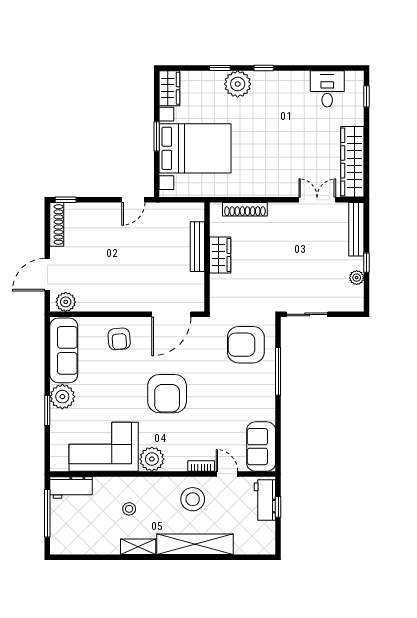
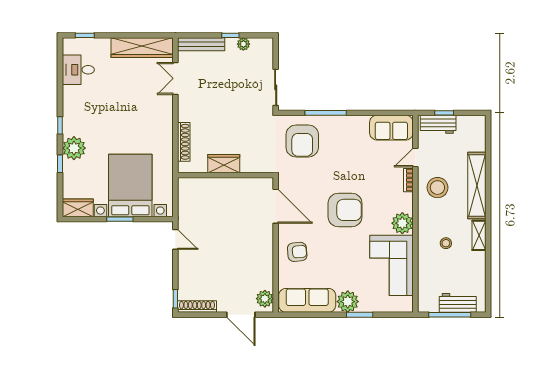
bench: (197, 247) -> (216, 183), removed
workbench: (71, 487) -> (458, 303), moved, turned -90

